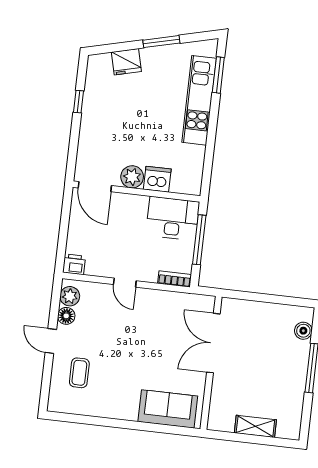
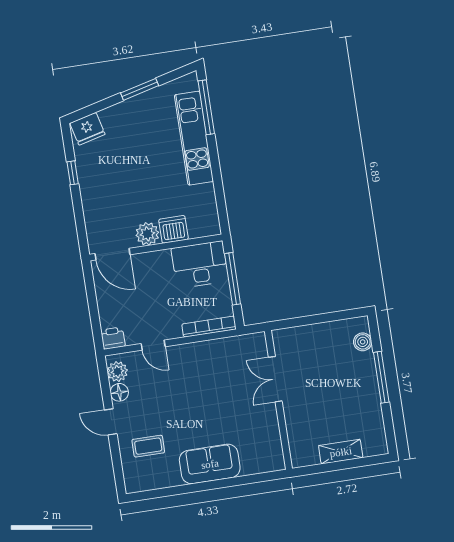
fridge: (126, 62) -> (87, 129), moved
window: (218, 75) -> (206, 107), width x1.44
bookcase: (175, 279) -> (209, 327), width x1.56
door: (125, 283) -> (153, 345), moved
double door: (213, 343) -> (275, 379), width x0.73
coffee table: (79, 373) -> (148, 446), turned 90
sofa: (168, 409) -> (210, 464), moved

